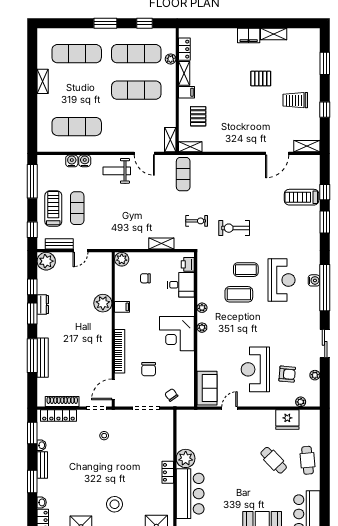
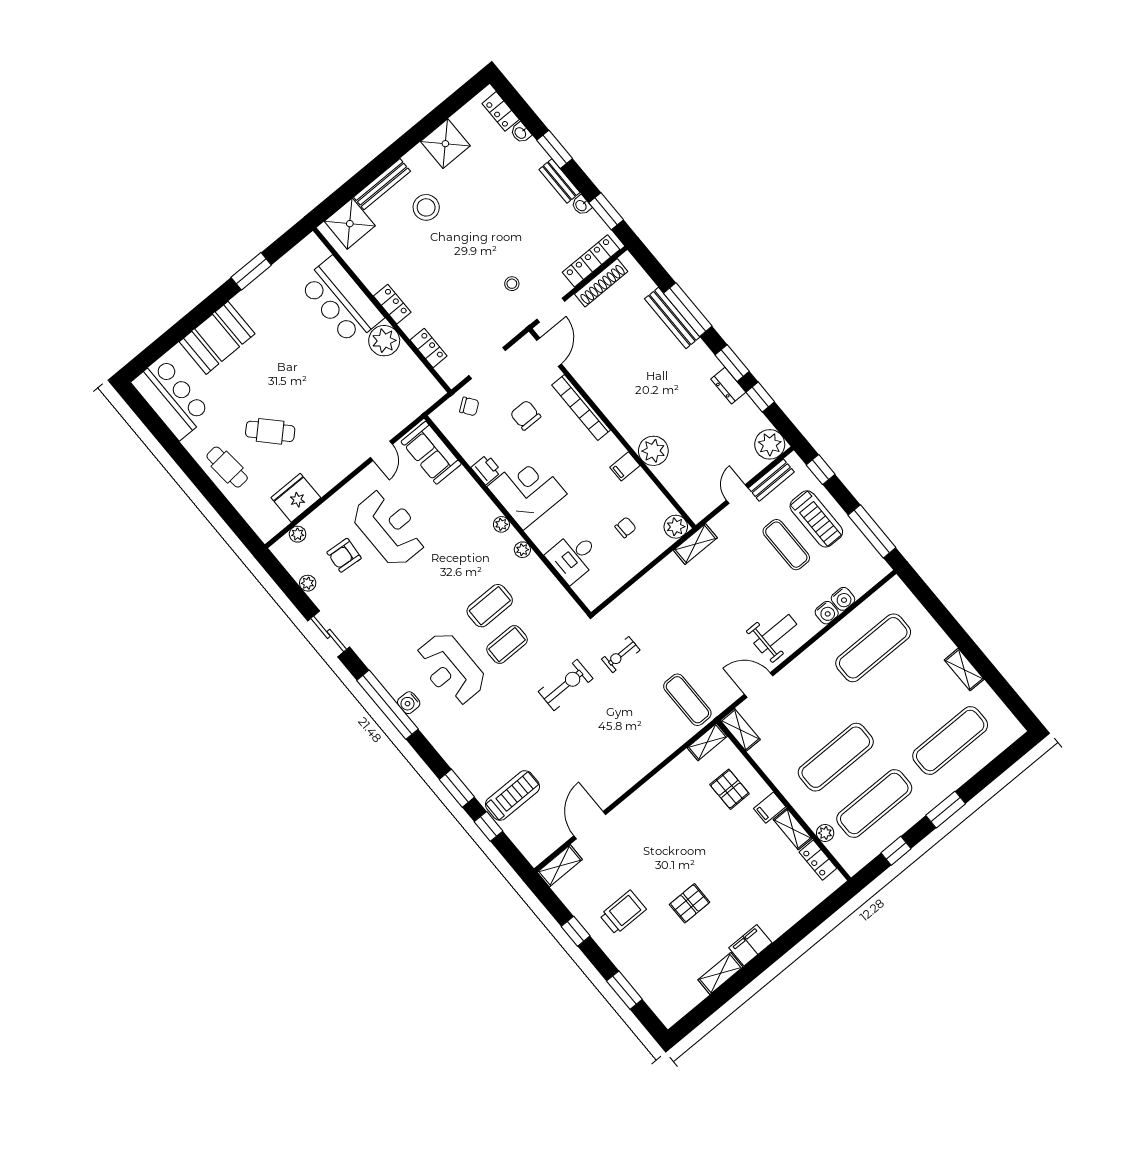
shelving: (161, 244) -> (695, 544), moved
printer: (188, 264) -> (486, 469), moved
locker: (168, 438) -> (429, 348), added

